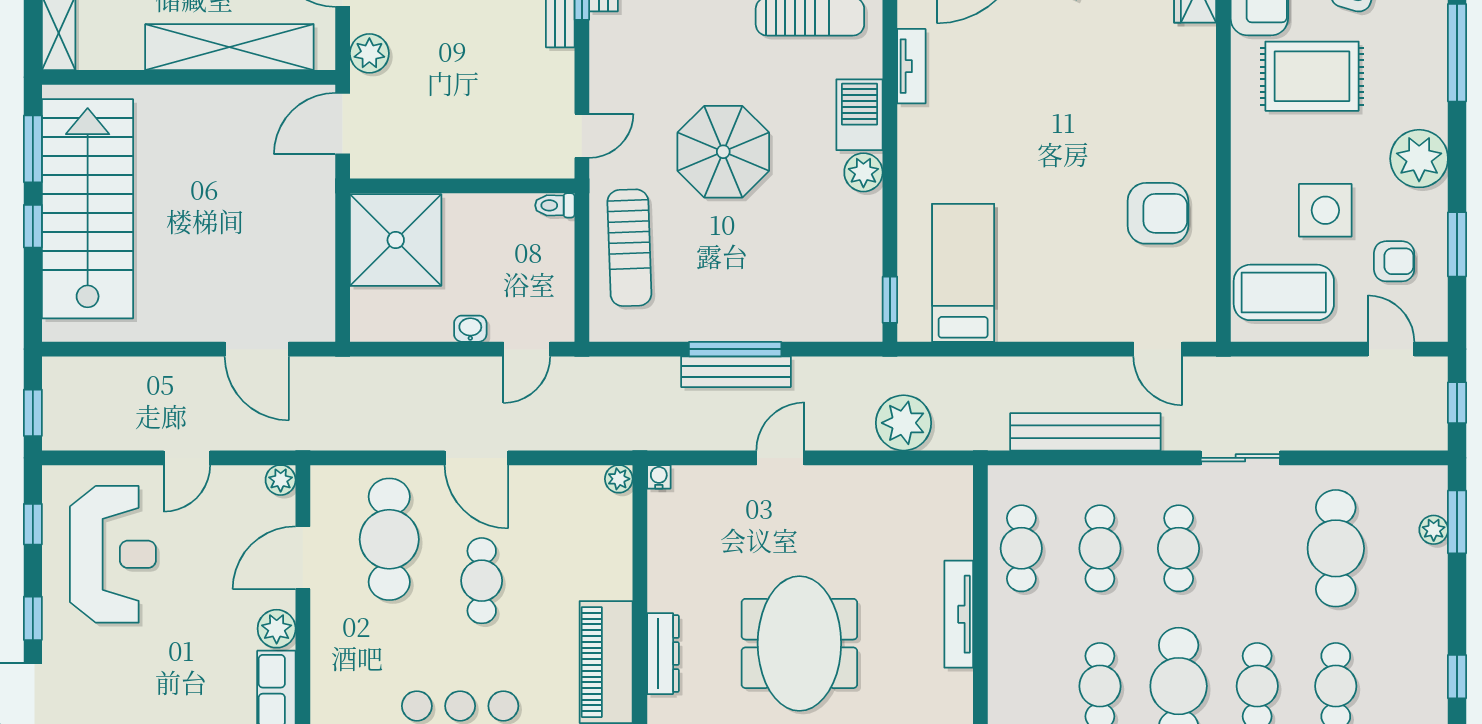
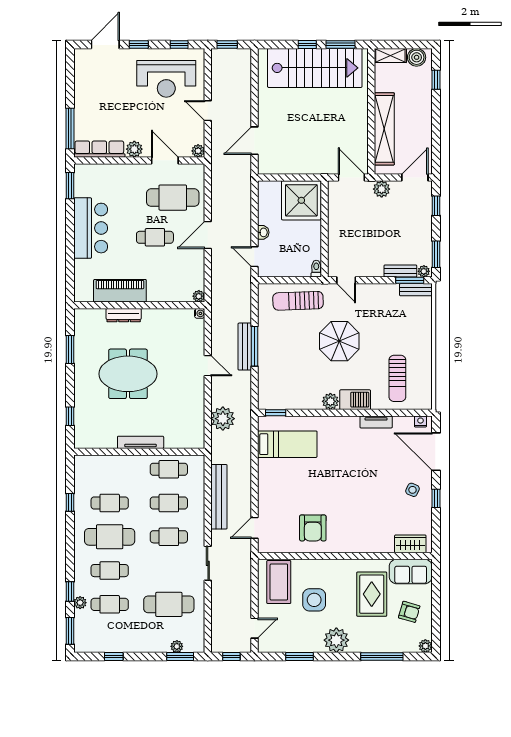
armchair: (1394, 261) -> (292, 629), removed

